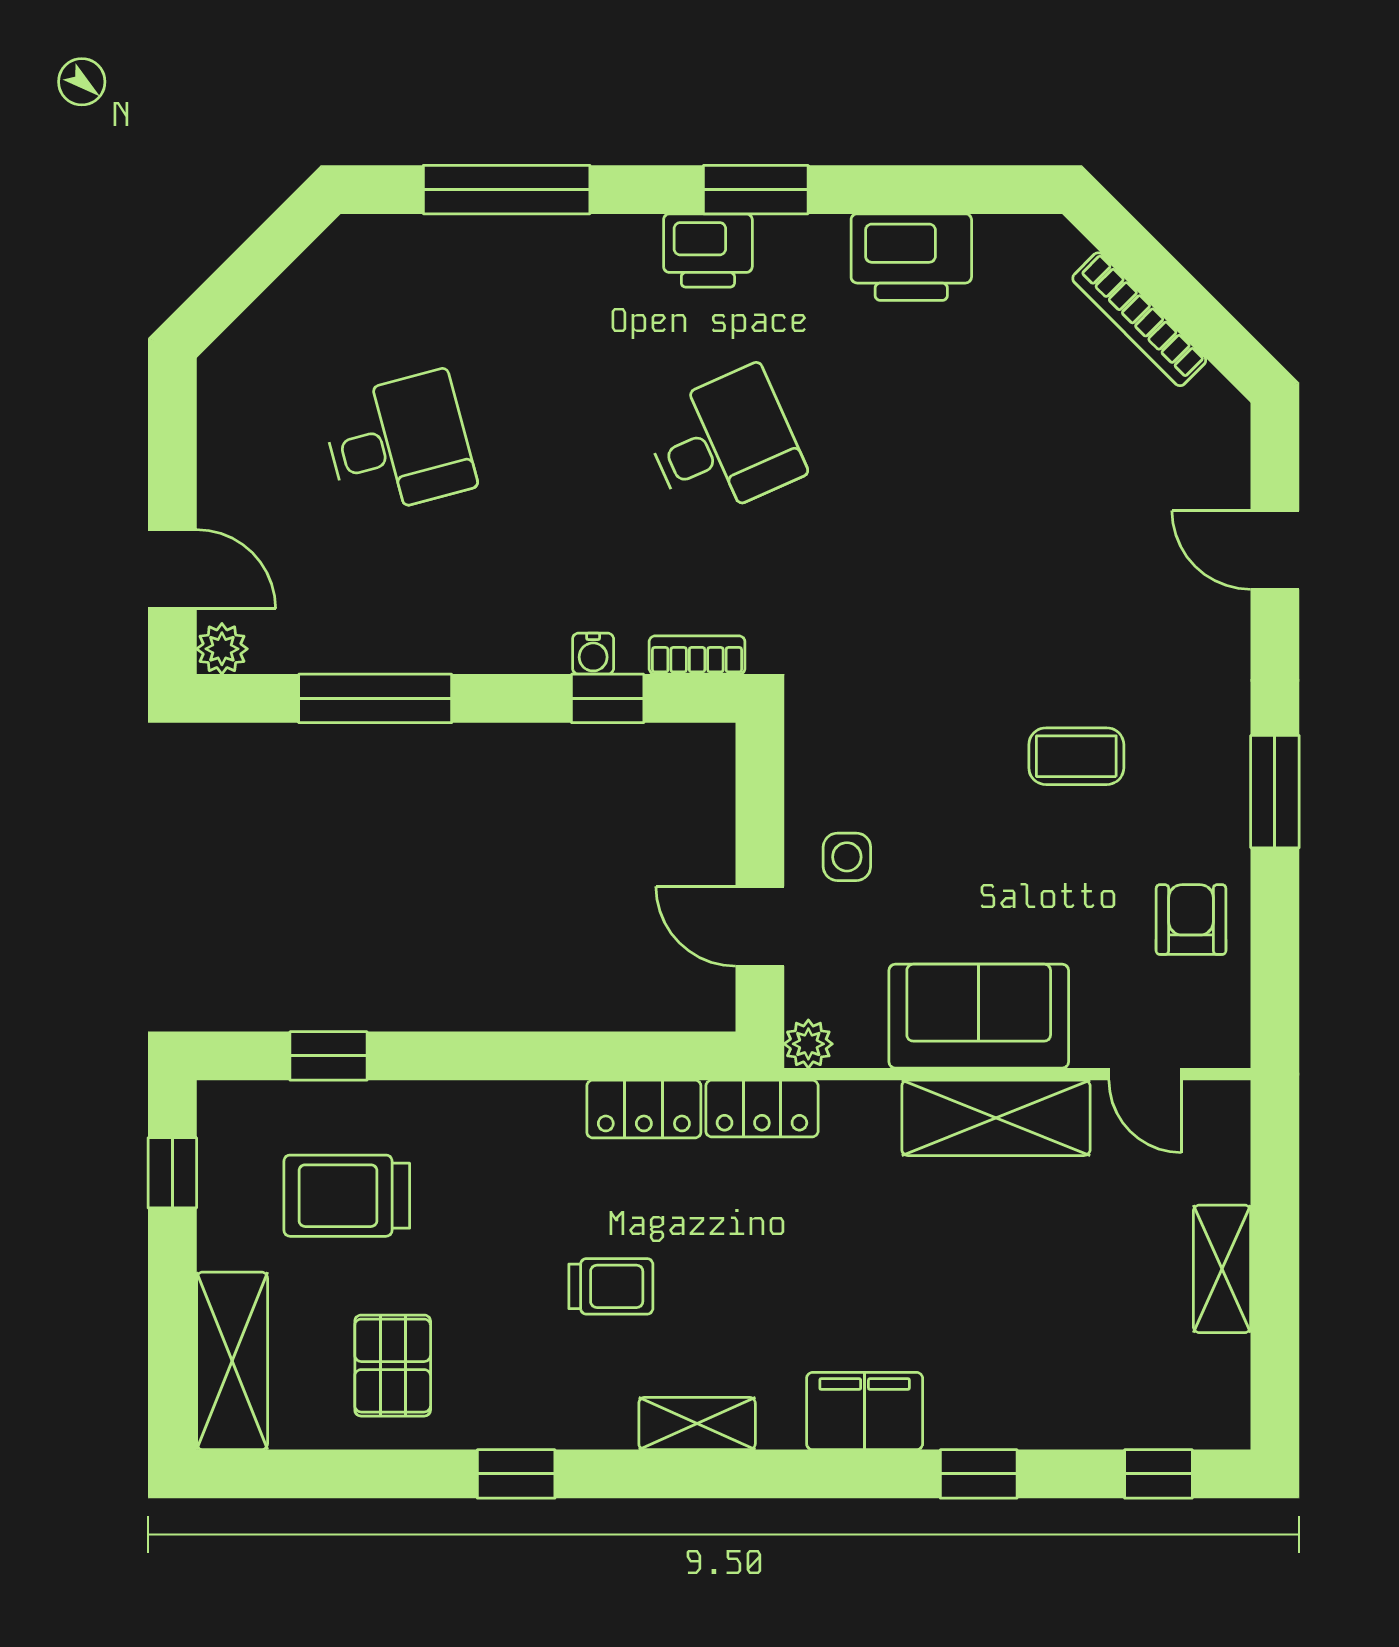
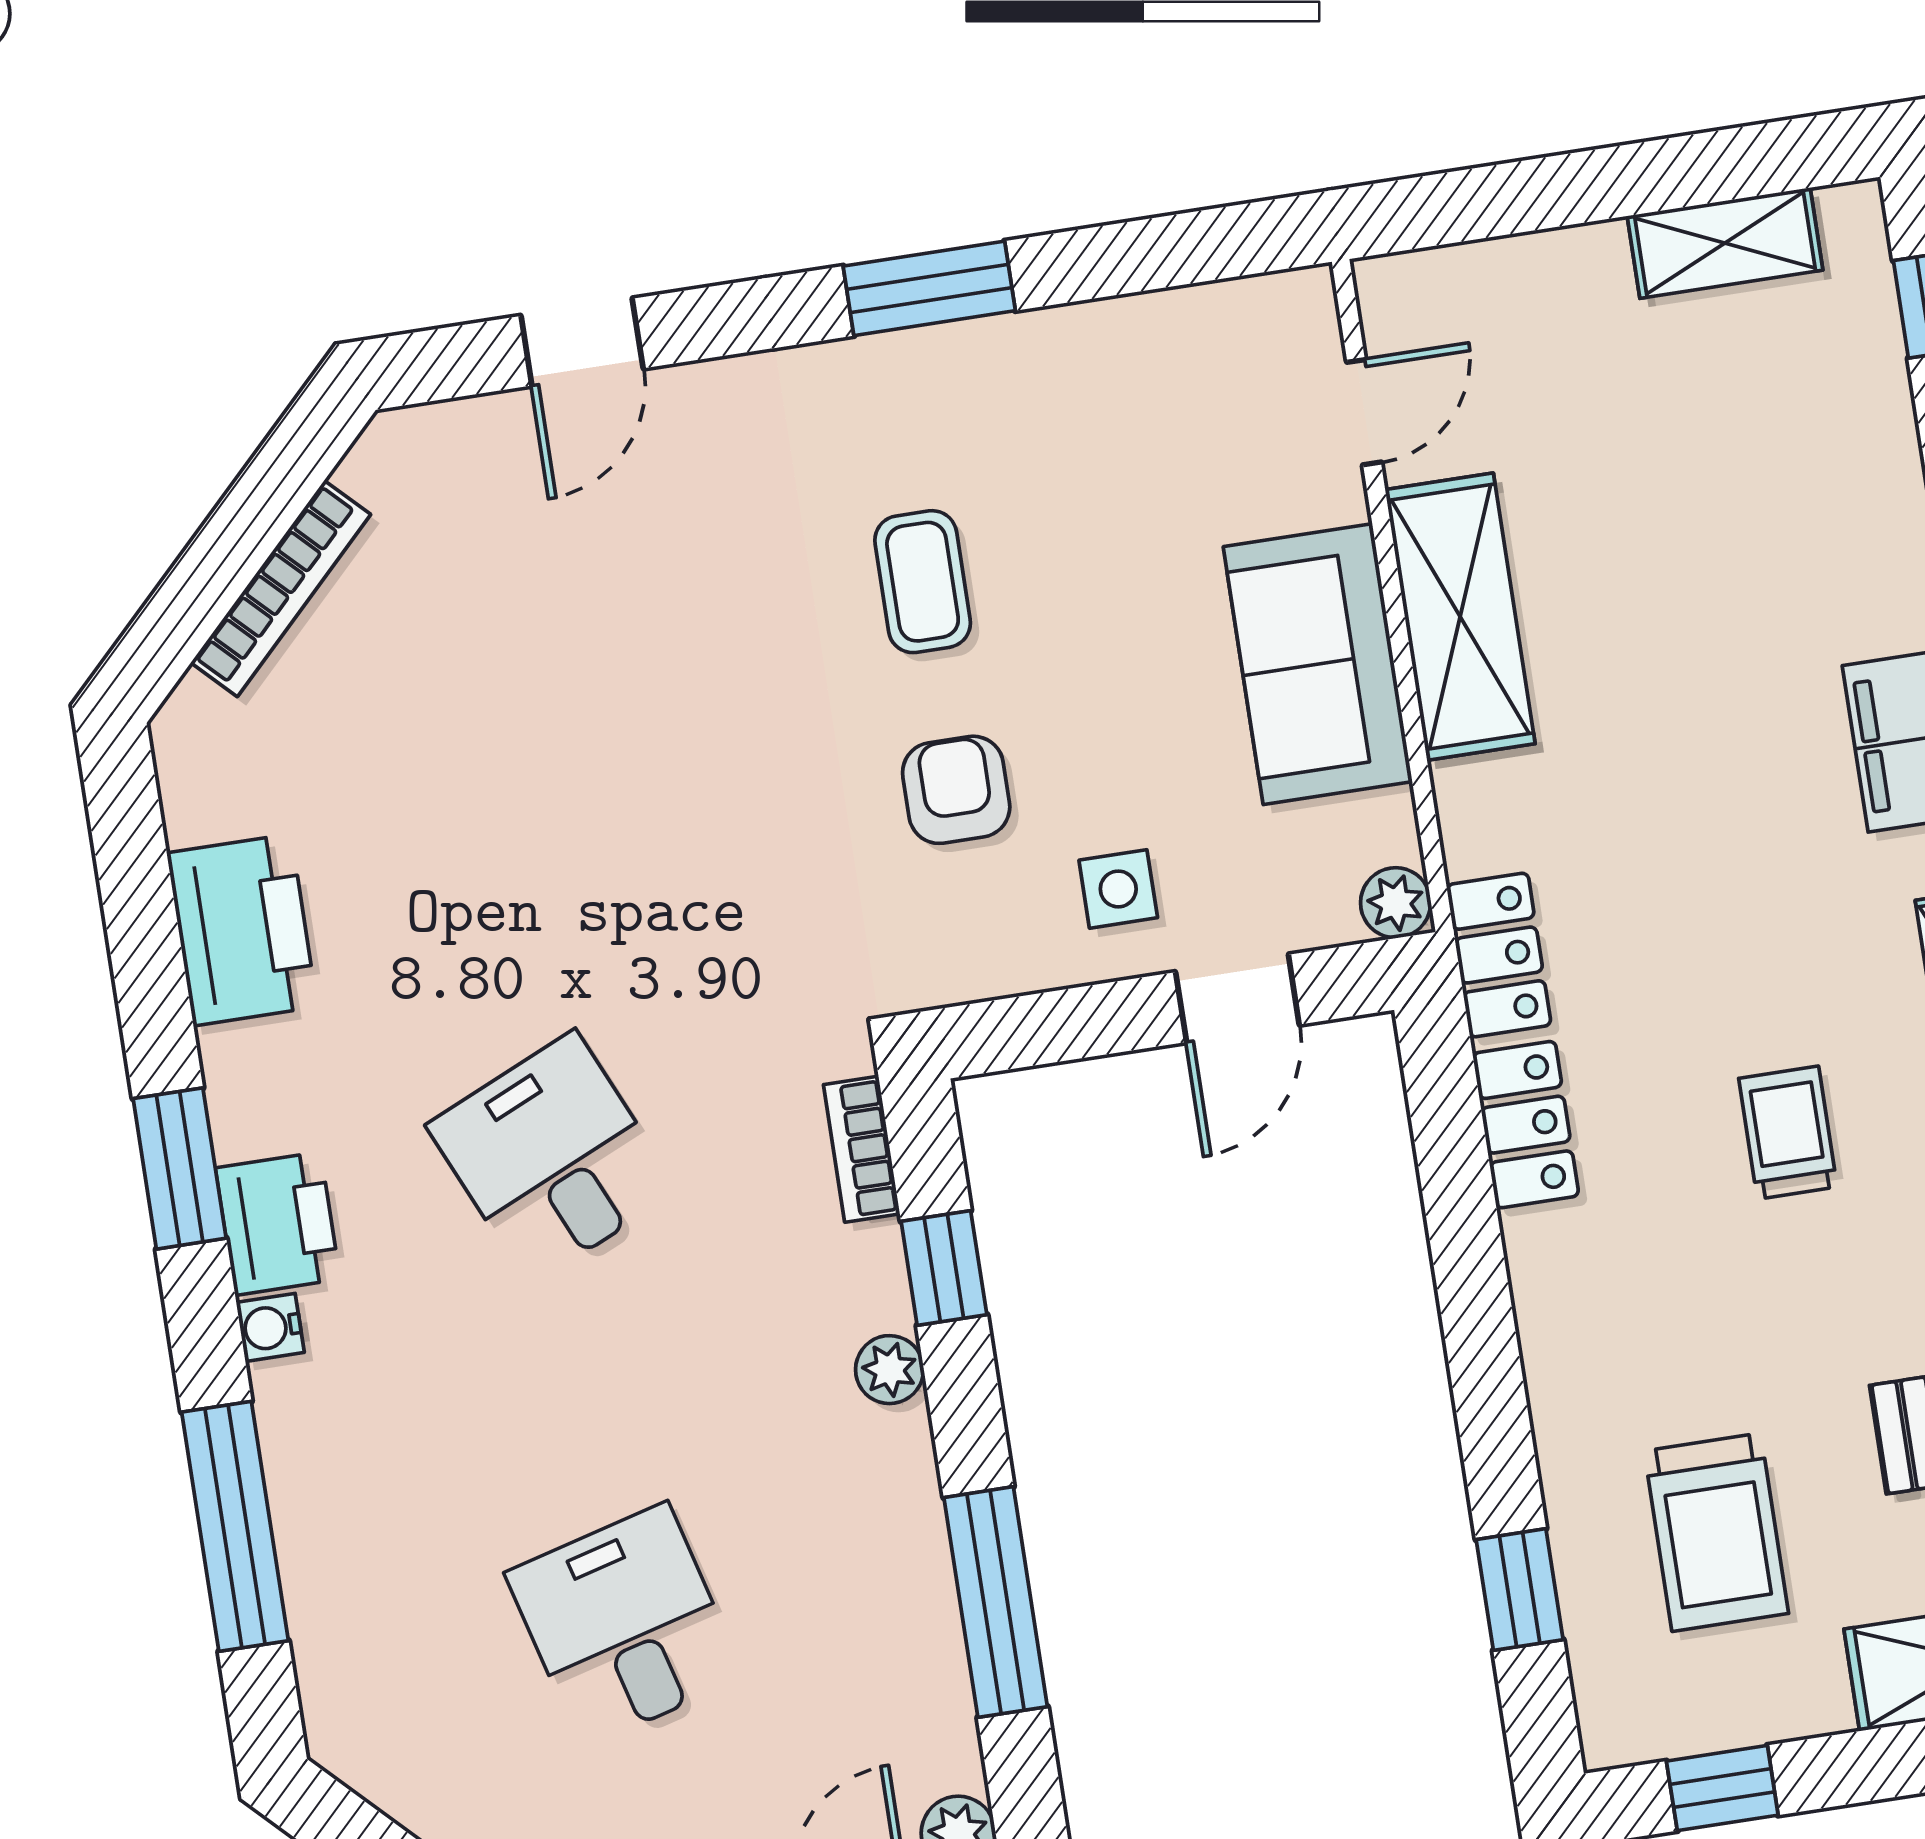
plant: (544, 651) -> (890, 1370), added
water cooler: (593, 654) -> (270, 1327), moved, turned 180
armchair: (1191, 920) -> (956, 790), moved, turned 90
shelving: (1222, 1269) -> (1725, 243), moved

